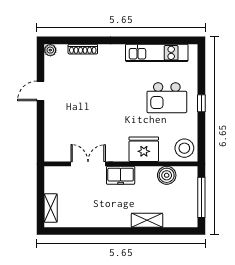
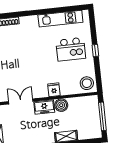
fridge: (144, 149) -> (54, 90), width x0.53, depth x0.75
boiler: (167, 175) -> (61, 105), moved

